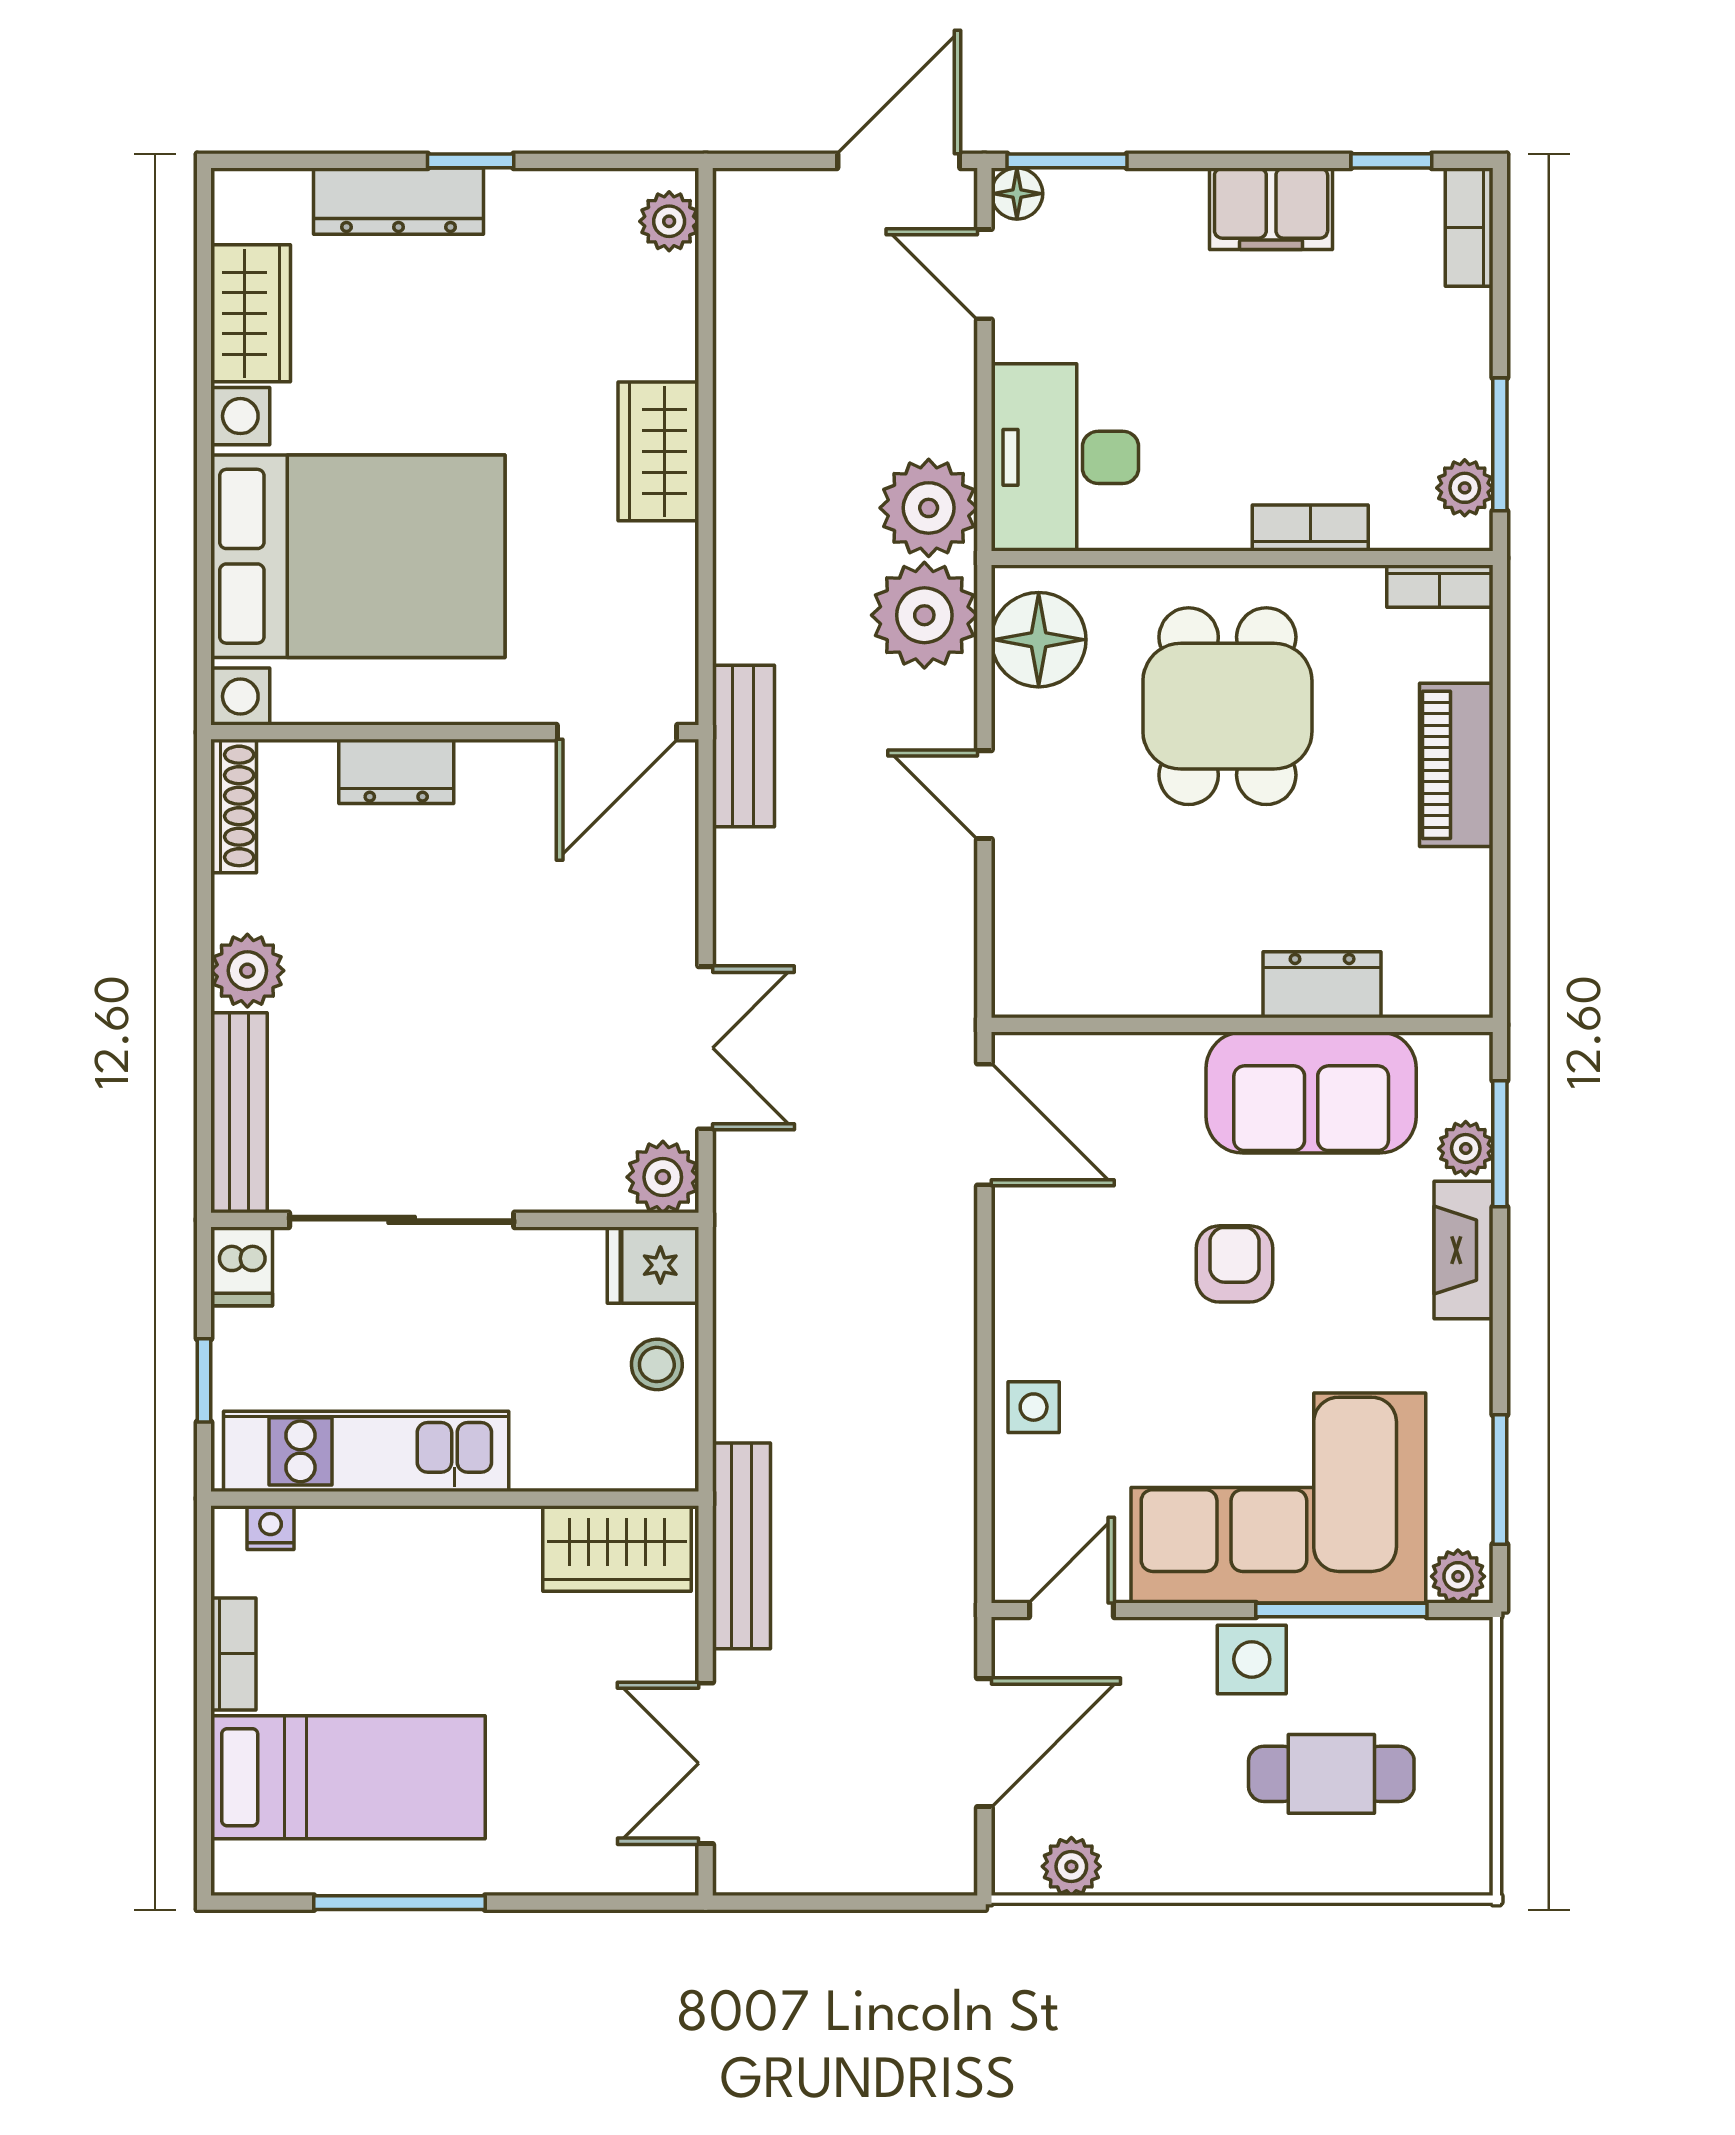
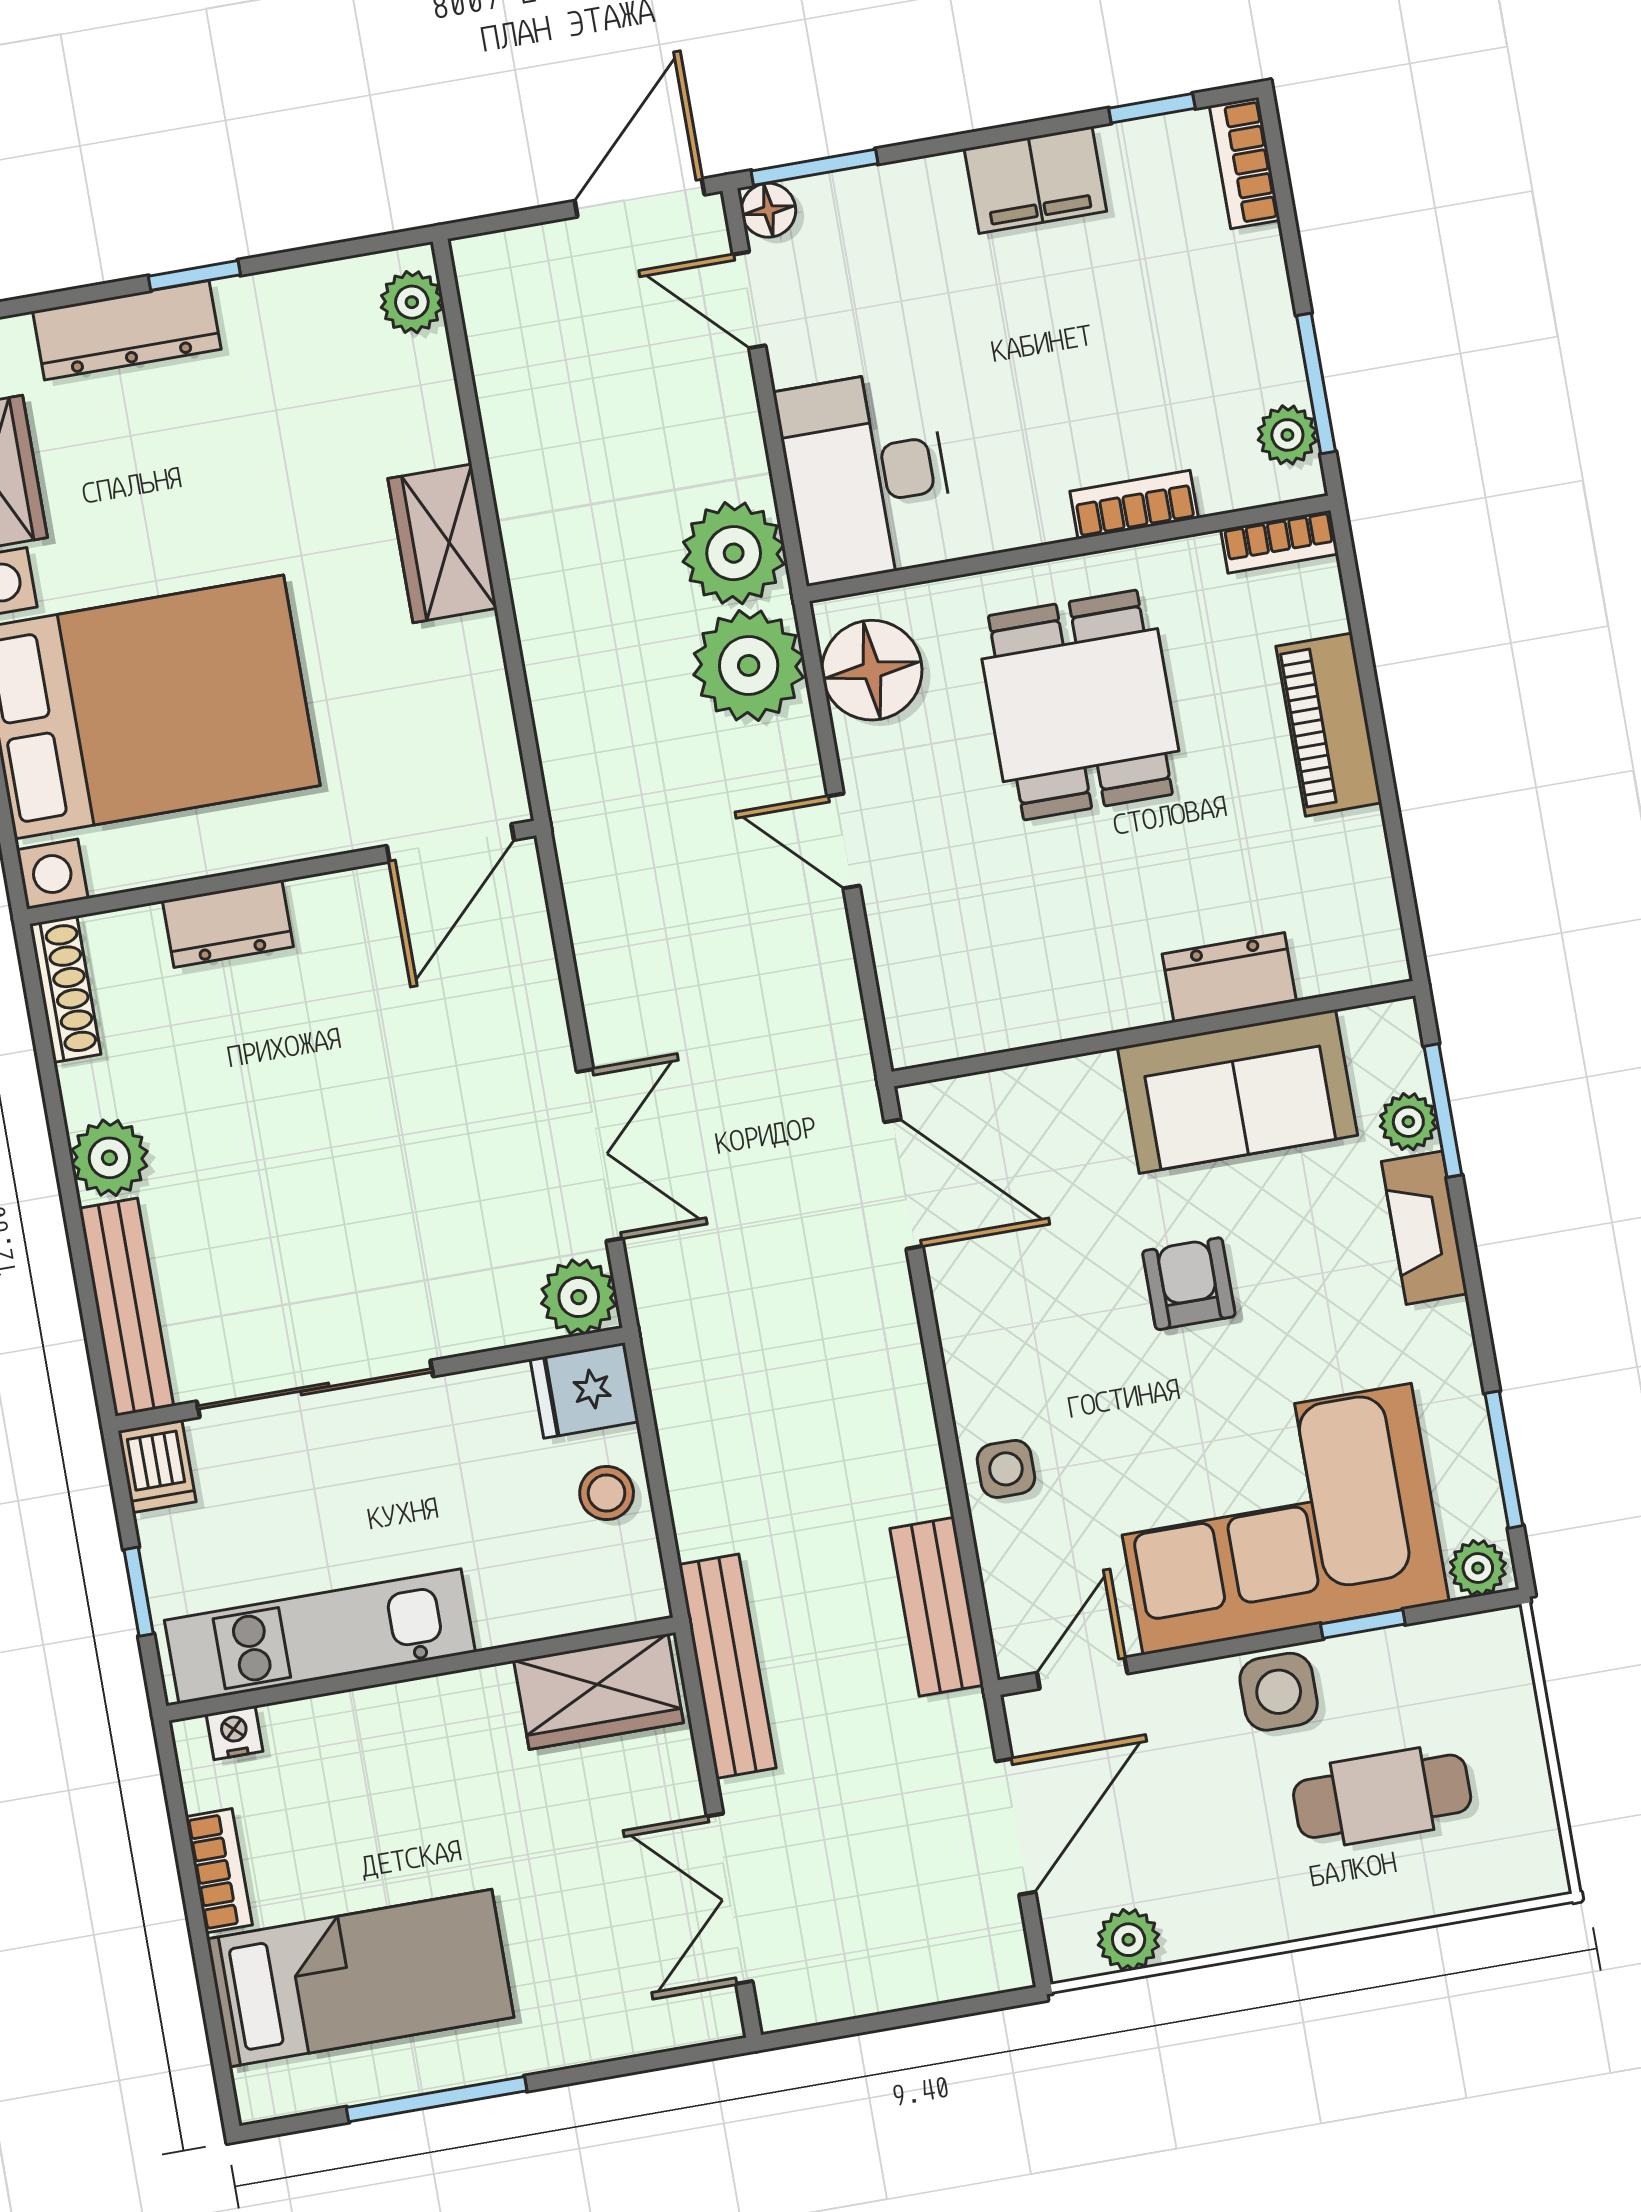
bench: (743, 746) -> (937, 1607), moved
window: (1341, 1610) -> (1363, 1624), width x0.46

